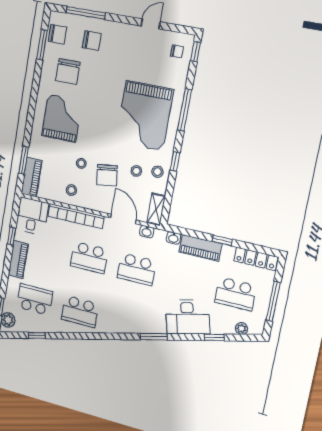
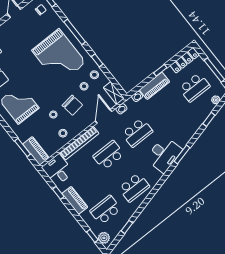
door: (123, 219) -> (104, 116), hinge flipped
school desk: (89, 258) -> (109, 155), turned 180
desk: (187, 317) -> (164, 154), moved

